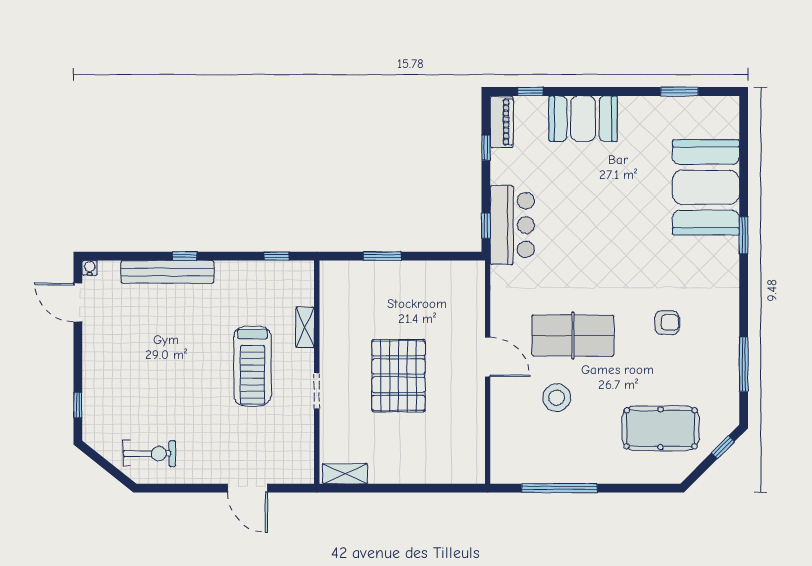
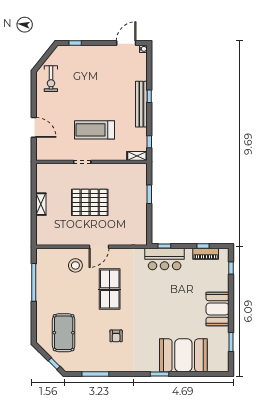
booth: (583, 119) -> (217, 309), moved
piano: (502, 122) -> (206, 254), moved
bench: (167, 272) -> (141, 104), moved
shelving: (305, 327) -> (137, 156), moved
stool: (557, 398) -> (75, 265), moved
shelving: (345, 474) -> (41, 204), moved
door: (247, 488) -> (34, 127), swing flipped

